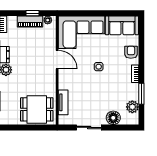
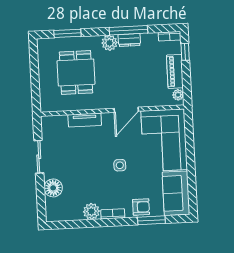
window: (33, 13) -> (185, 52), moved
window: (141, 94) -> (151, 220), moved
tv unit: (63, 102) -> (85, 120), moved
plant: (132, 107) -> (91, 211), moved
dining table: (37, 109) -> (76, 72), moved

